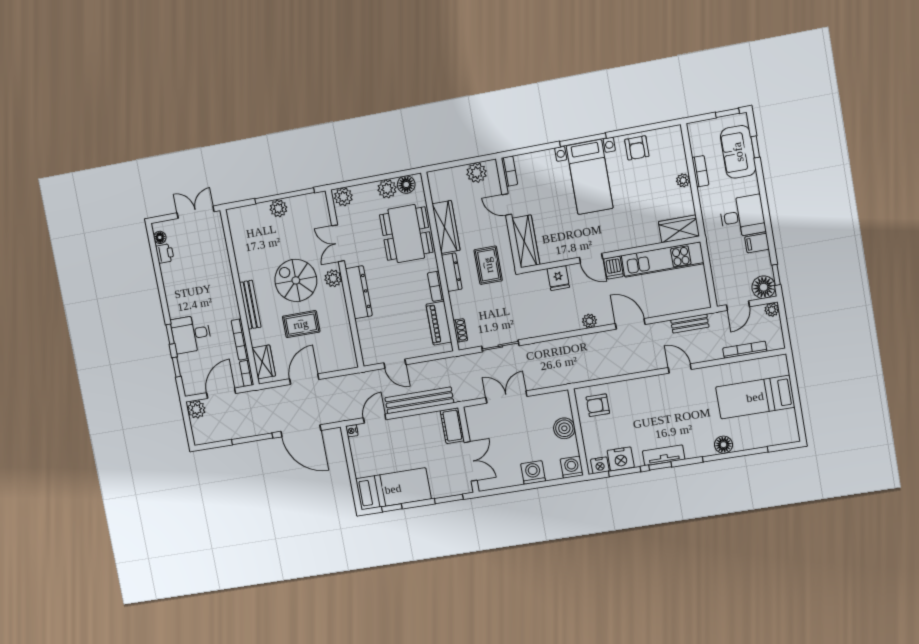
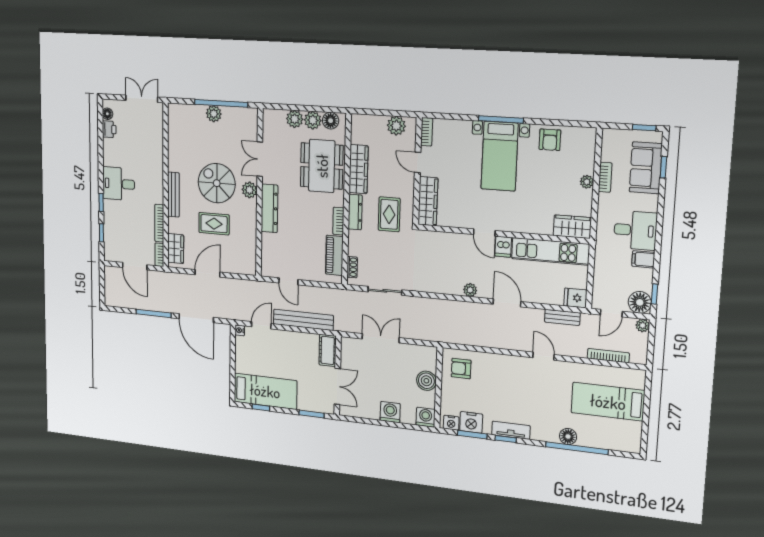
plant: (343, 197) -> (295, 119), moved
fridge: (558, 278) -> (575, 298), moved, turned 90
desk: (191, 334) -> (119, 184), moved
door: (221, 393) -> (135, 266), swing flipped
plant: (196, 409) -> (112, 274), removed

